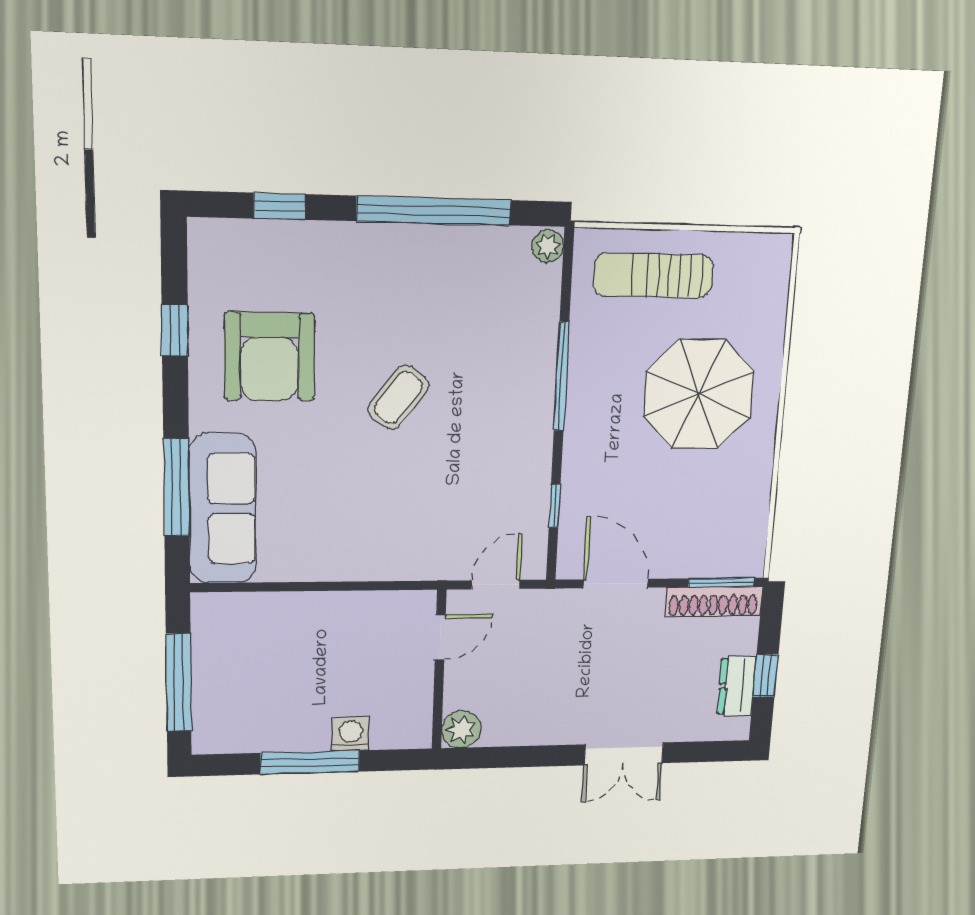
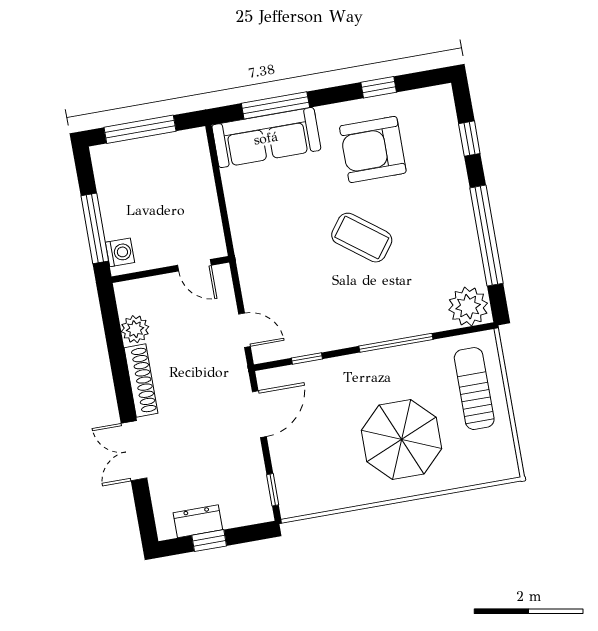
plant: (548, 246) -> (468, 307), width x1.88, depth x1.88
coffee table: (398, 397) -> (362, 238), width x1.36, depth x1.30
window: (721, 582) -> (273, 490), width x0.67
shoe rack: (714, 602) -> (141, 381), moved, turned 180
door: (440, 637) -> (194, 265), moved
wall: (439, 670) -> (170, 269), moved

